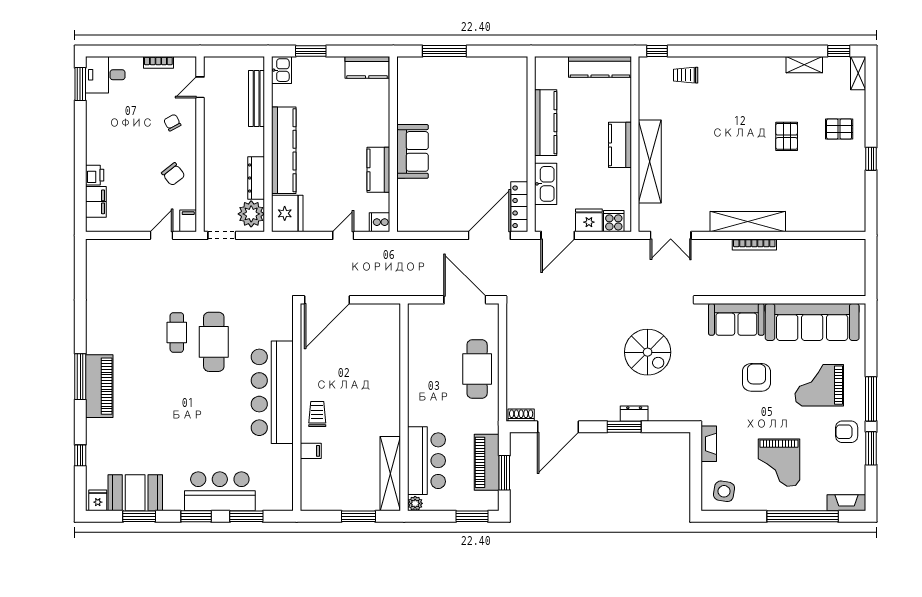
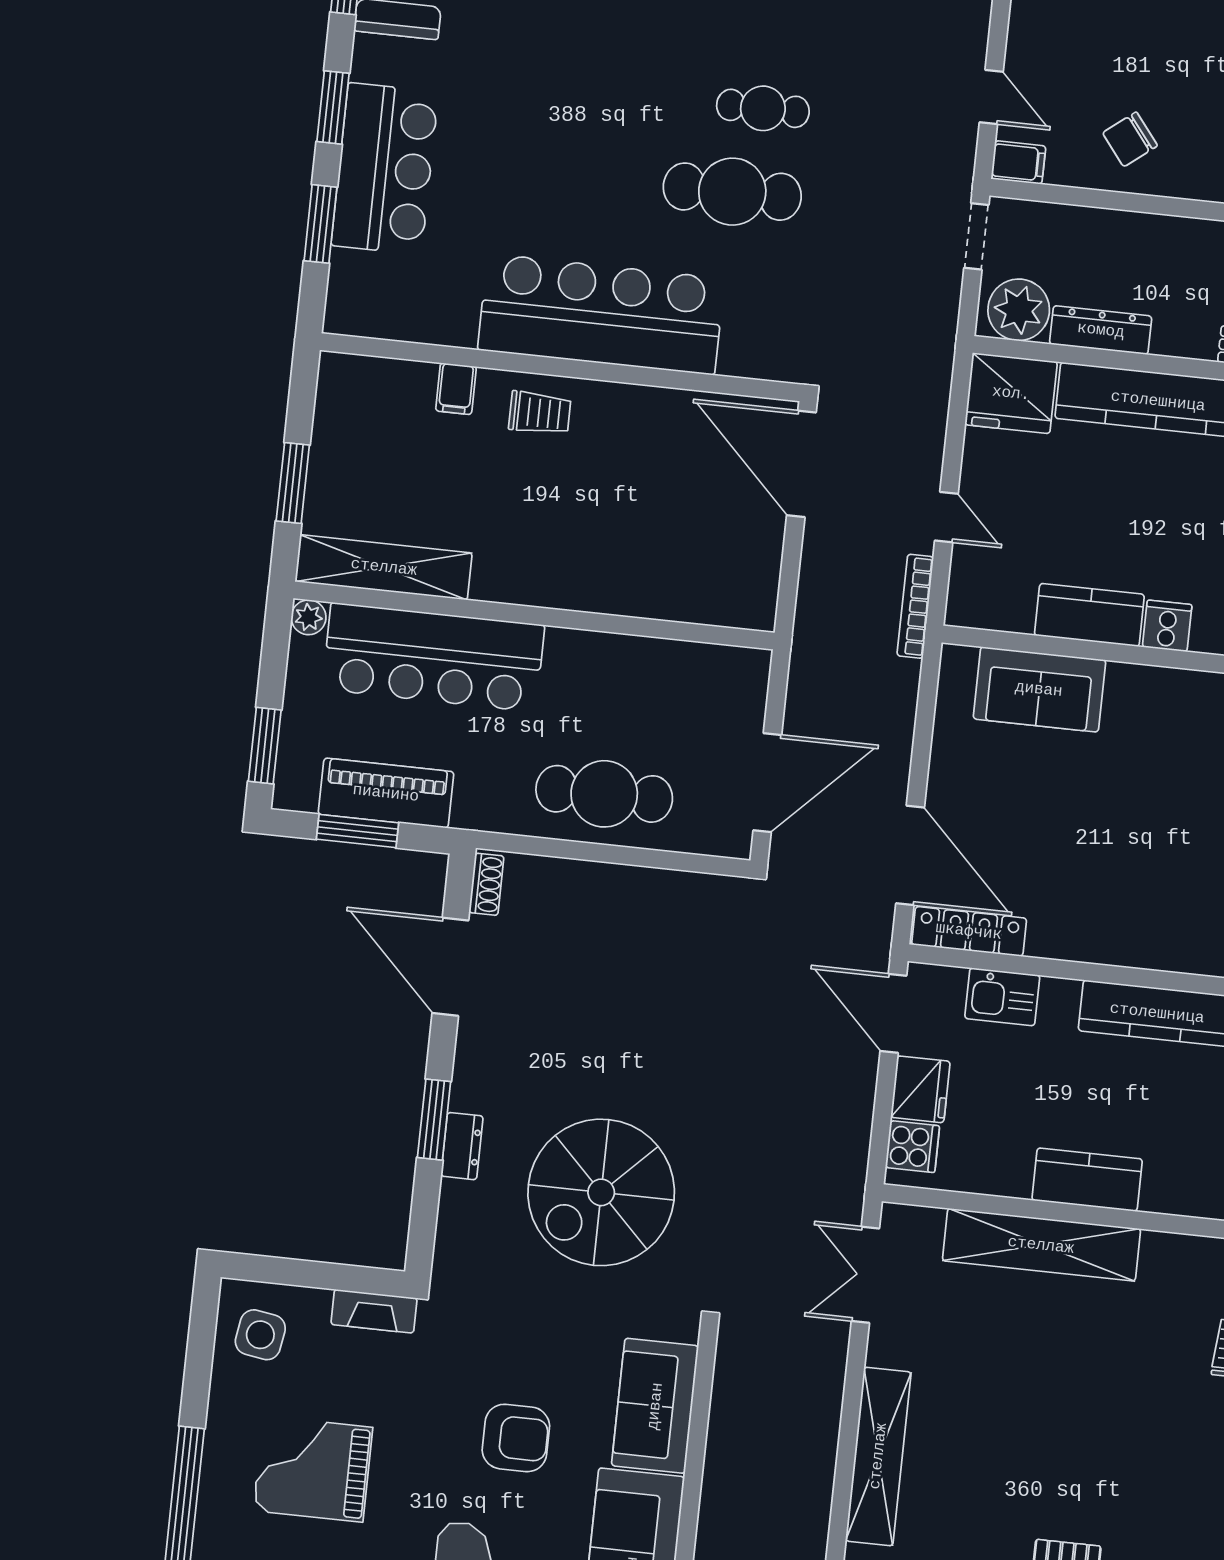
sofa: (413, 151) -> (1039, 689), moved
kitchen sink: (546, 184) -> (1002, 997), width x0.73
cooker: (380, 222) -> (1167, 626), moved
bookcase: (754, 245) -> (915, 606), moved
spiral stairs: (648, 352) -> (601, 1192), width x1.37, depth x1.37
bar counter: (426, 461) -> (433, 657), width x1.36

